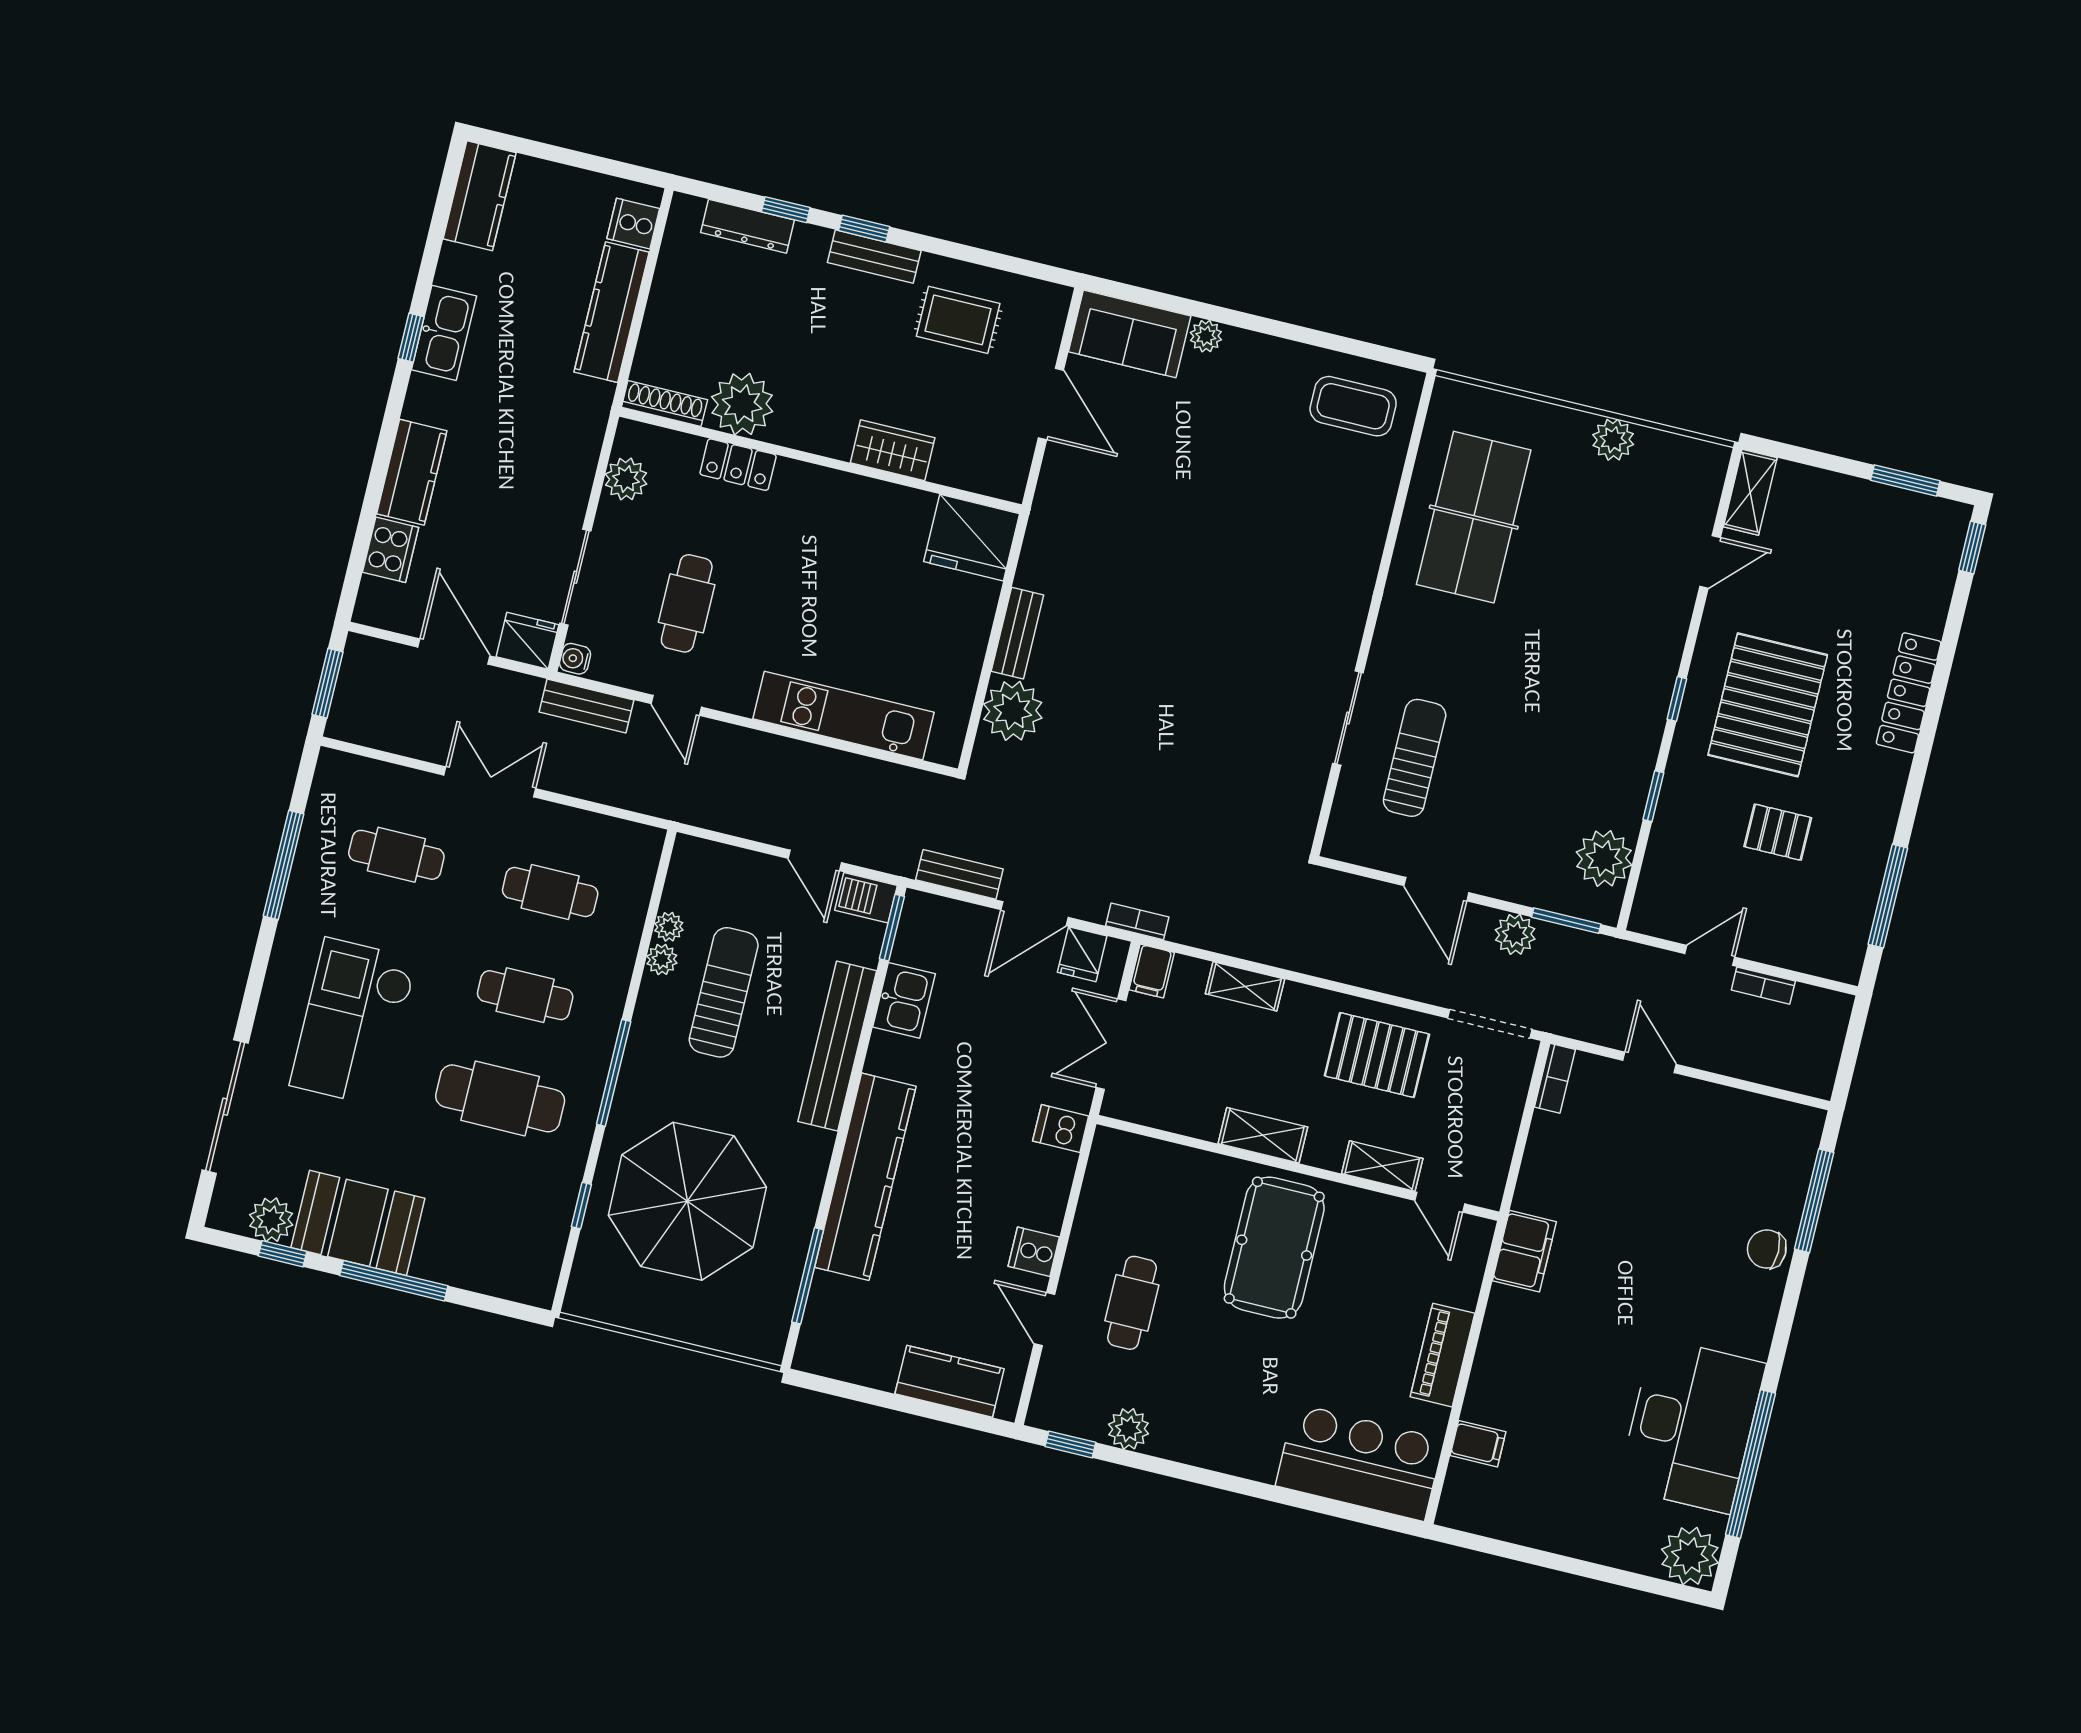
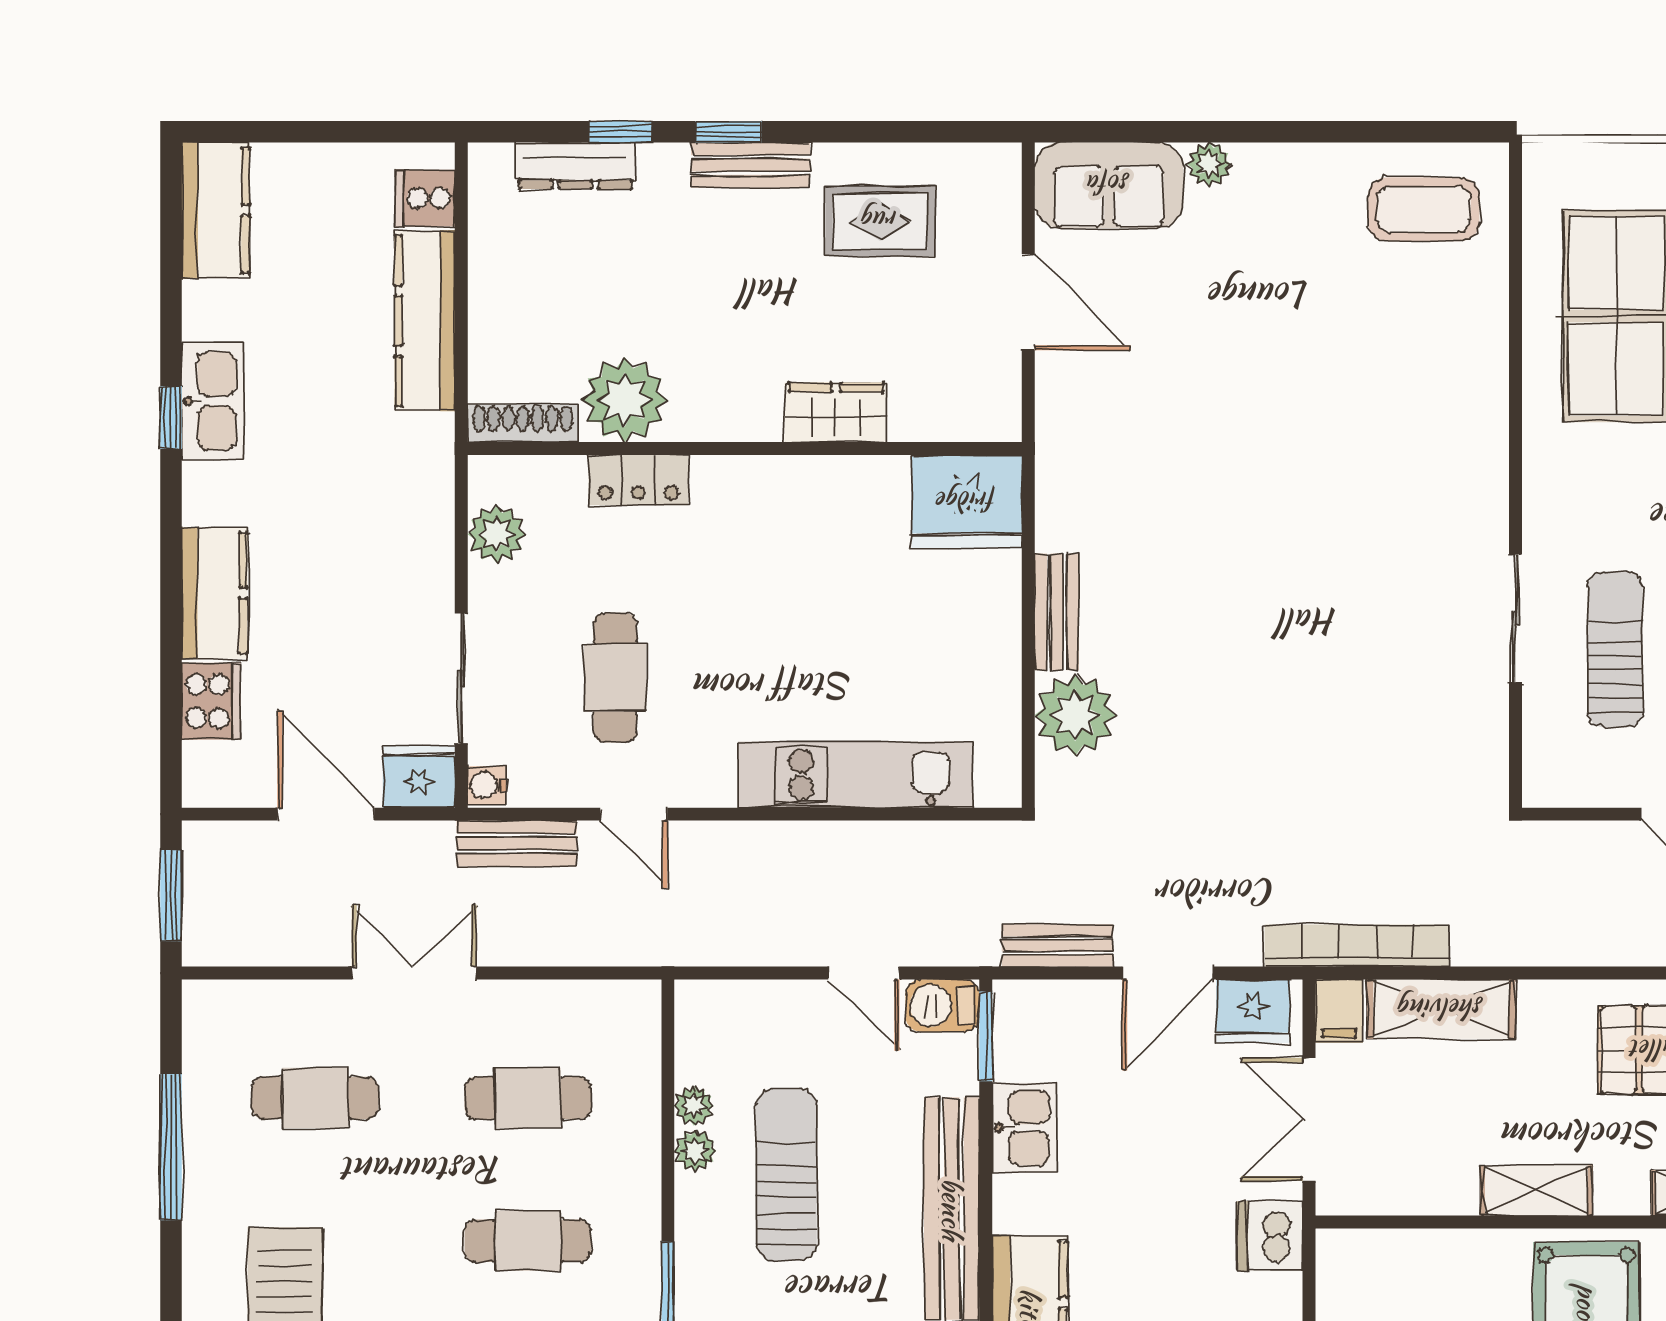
bookcase: (1137, 921) -> (1357, 946), width x2.31, depth x1.31
fridge: (1082, 954) -> (1253, 1011), width x1.38
shelving: (1245, 986) -> (1441, 1009), width x1.50, depth x1.33
dishwasher: (1061, 1129) -> (1270, 1236), width x1.38

